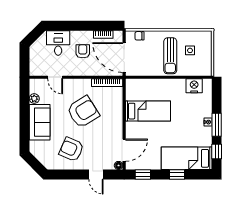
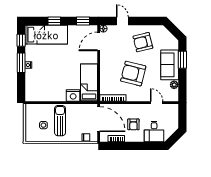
nightstand: (194, 86) -> (73, 95), moved
bed: (148, 111) -> (89, 83), moved, turned 90
armchair: (83, 112) -> (133, 74), turned 46
window: (25, 128) -> (182, 60), added
armchair: (71, 149) -> (143, 42), turned 142

